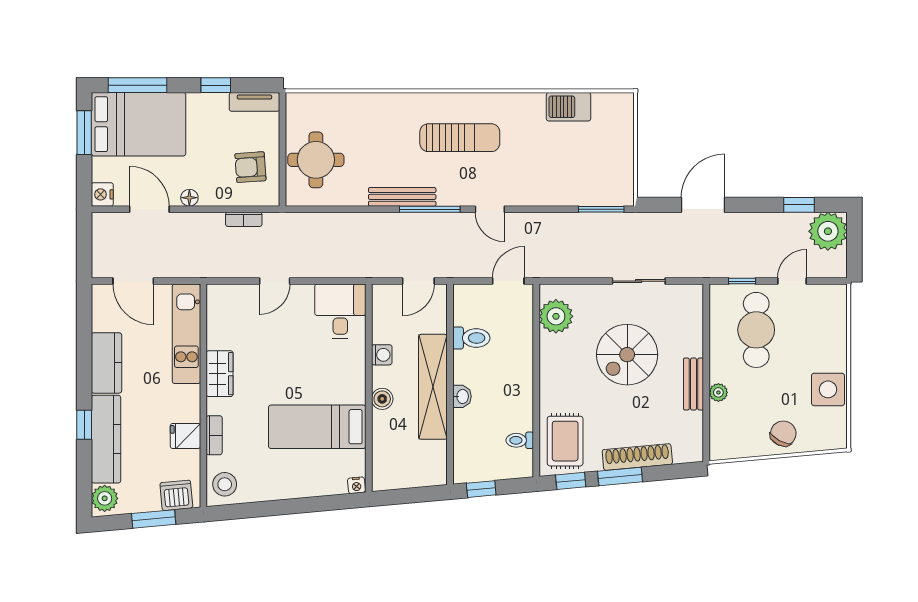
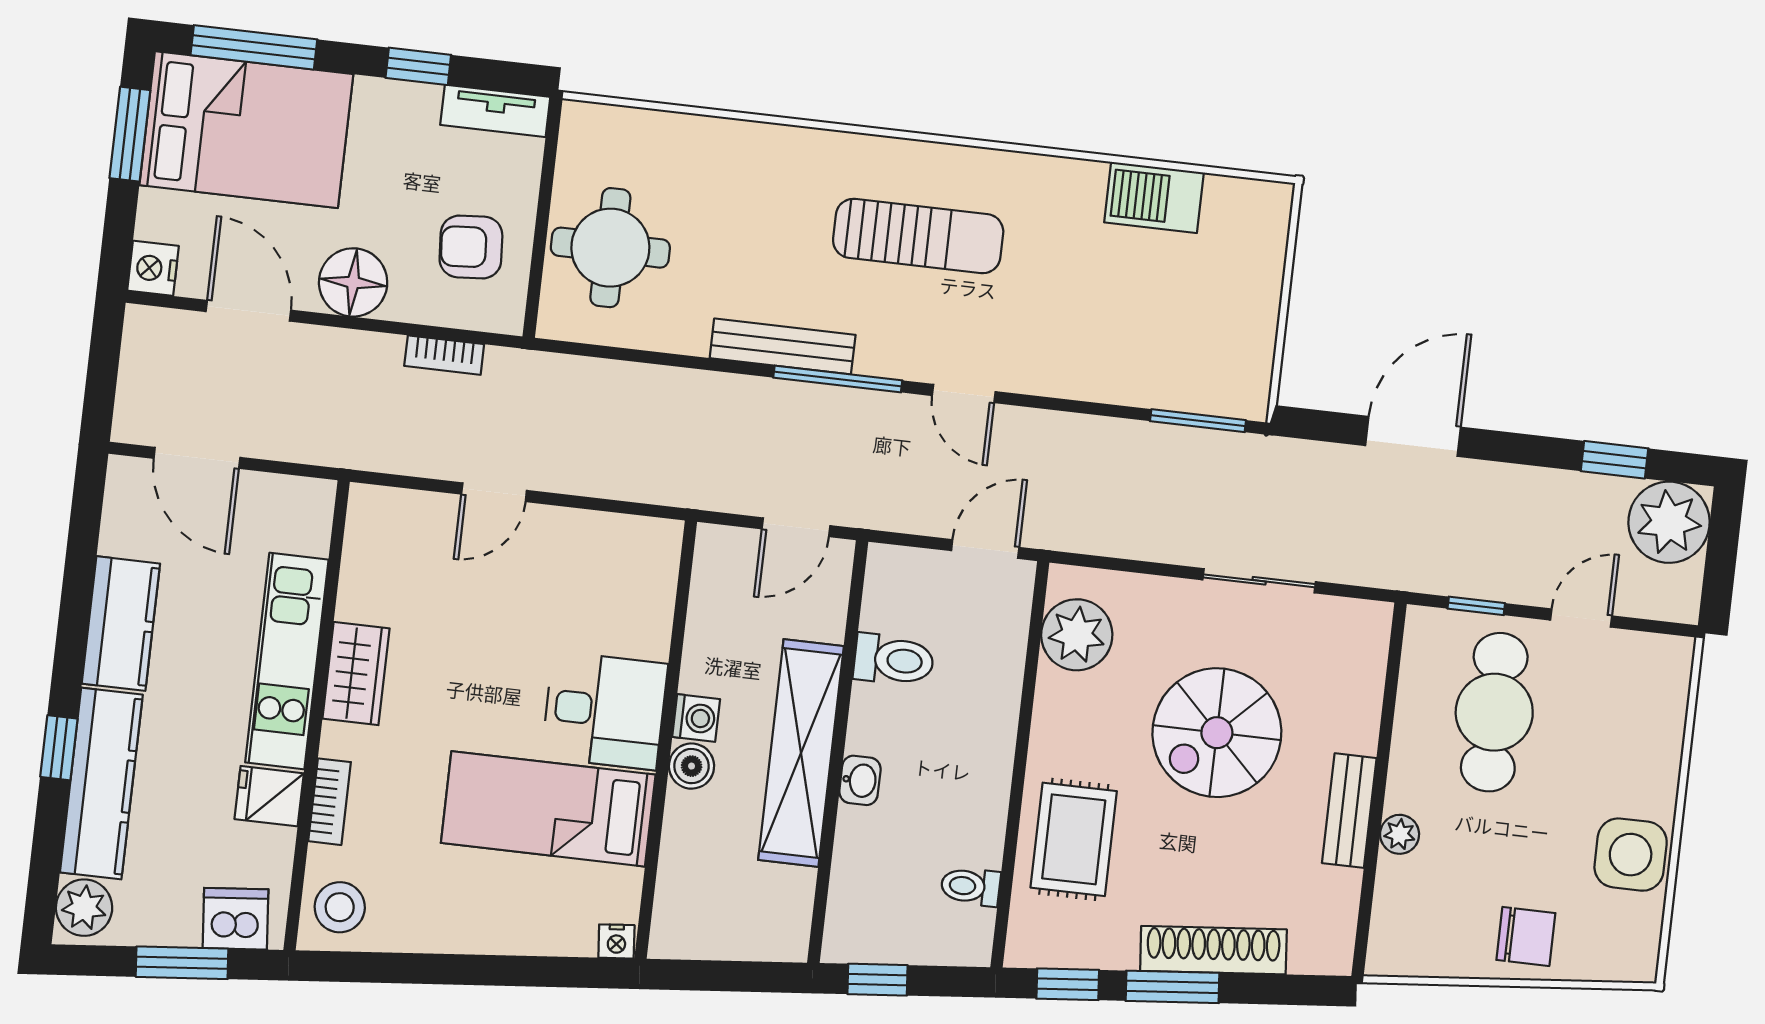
floor lamp: (189, 198) -> (353, 282), width x1.89, depth x1.89
desk: (340, 311) -> (605, 711), moved, turned 90
kitchen unit: (186, 334) -> (287, 661), moved
washing machine: (382, 355) -> (696, 718), moved
chair: (783, 434) -> (1526, 936), turned 62
rug: (565, 441) -> (1074, 839), moved

